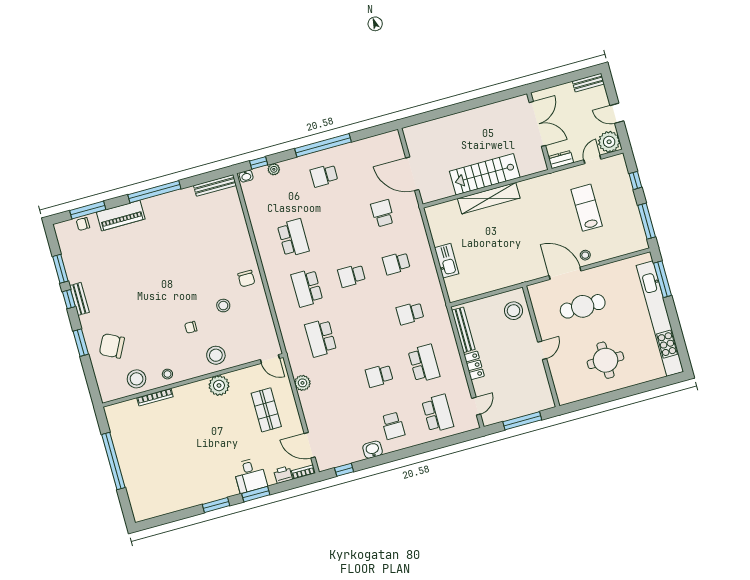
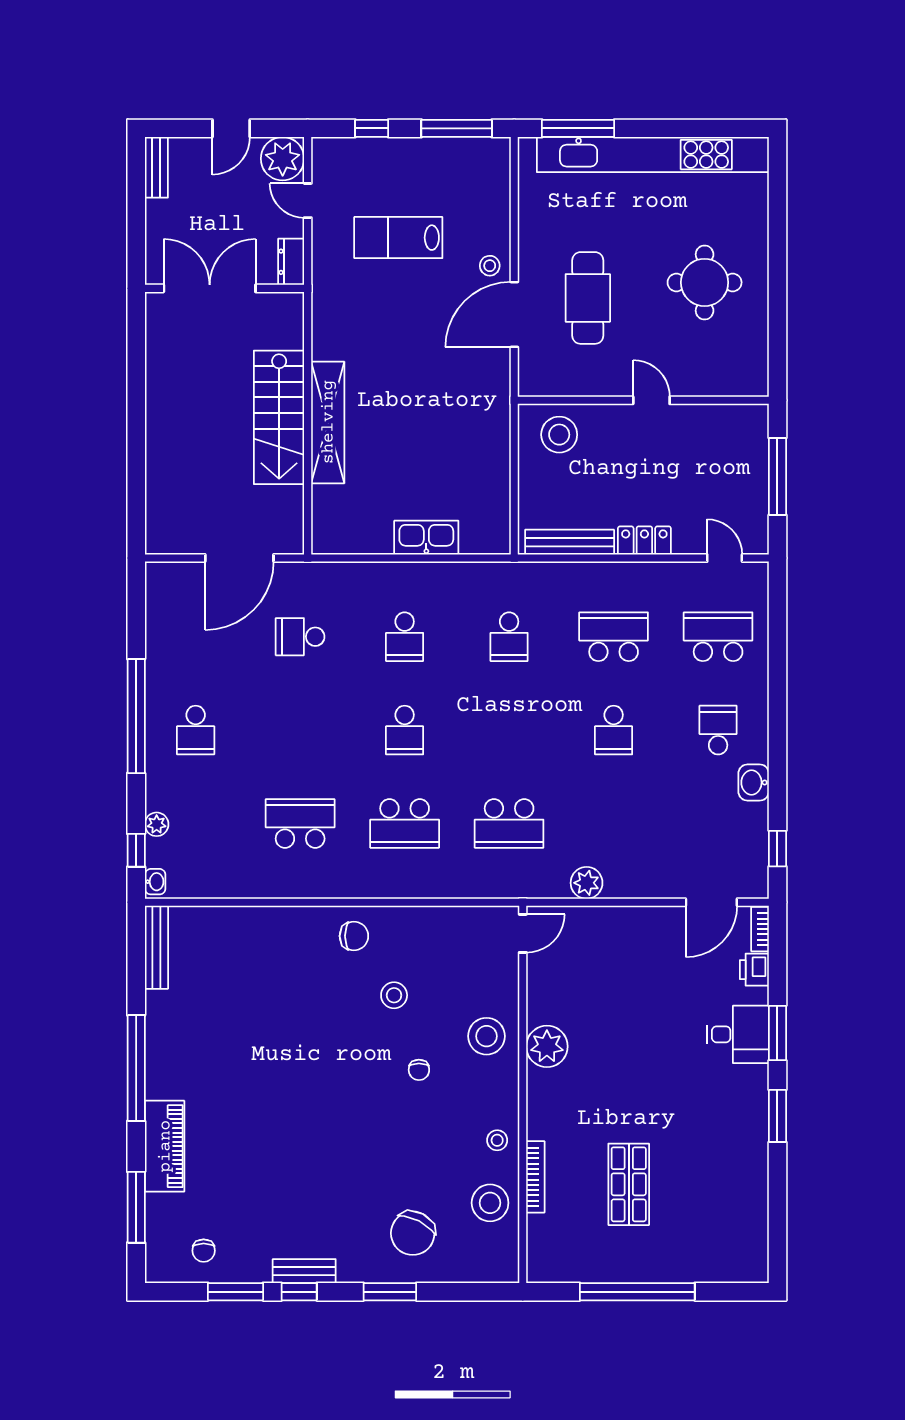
chair: (83, 224) -> (204, 1251), moved
shop shelf: (266, 410) -> (629, 1184), moved, turned 90
school desk: (393, 426) -> (718, 730), turned -90

